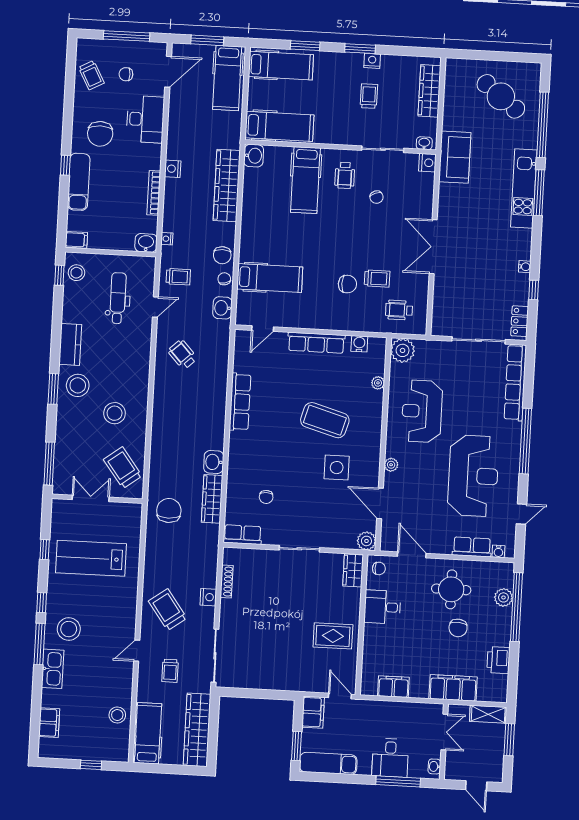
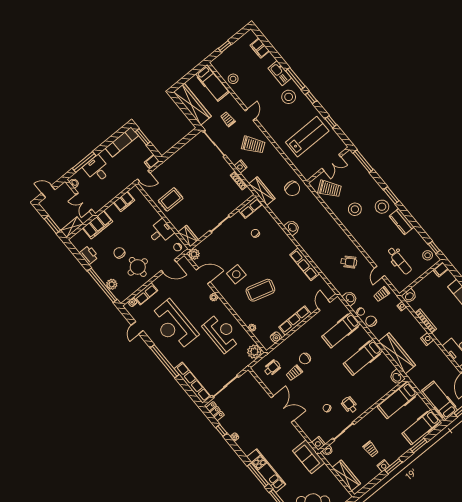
hospital bed: (305, 180) -> (363, 357), moved, turned -90
wardrobe: (212, 499) -> (262, 191), moved
filing cabinet: (313, 712) -> (152, 162), width x0.50

